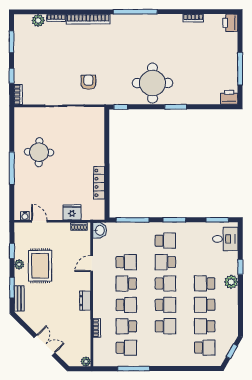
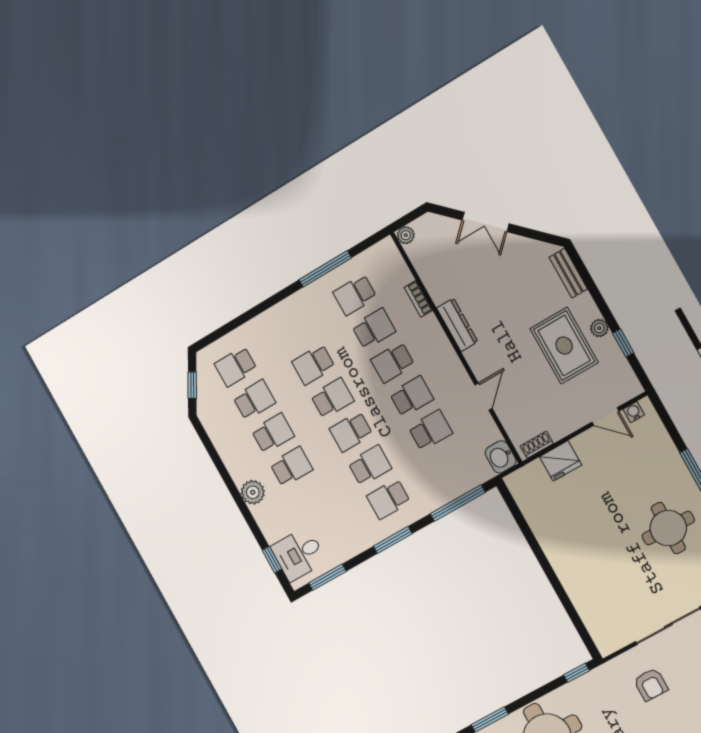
locker: (99, 183) -> (544, 532), removed
school desk: (126, 262) -> (430, 430), turned 180
window: (240, 267) -> (272, 560), moved
window: (12, 288) -> (590, 284), removed
dresser: (85, 301) -> (457, 325), width x1.44
school desk: (165, 305) -> (332, 398), turned 180

